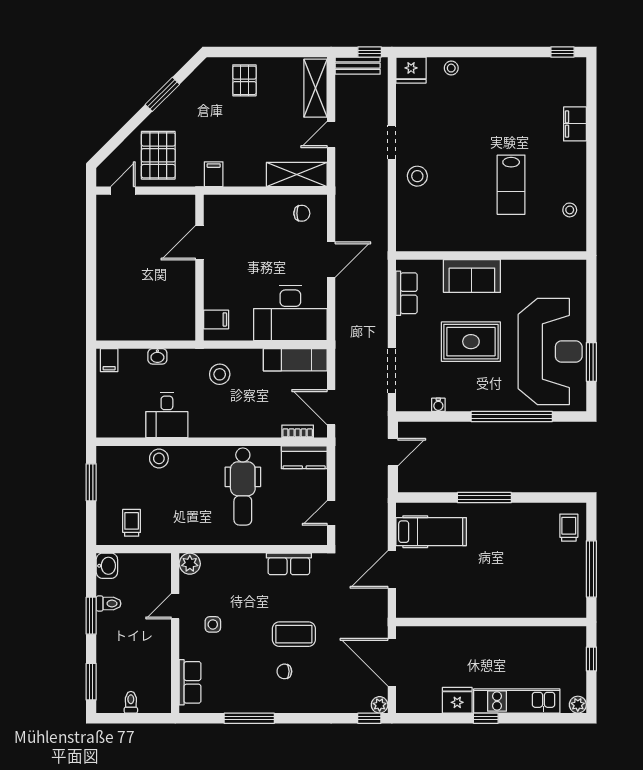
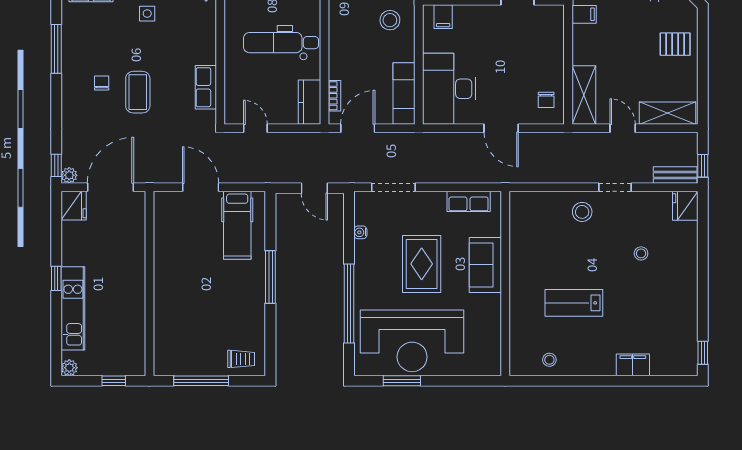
bench: (358, 66) -> (675, 175), moved, turned 90
stool: (451, 68) -> (641, 253), moved
fridge: (457, 700) -> (74, 206), moved

